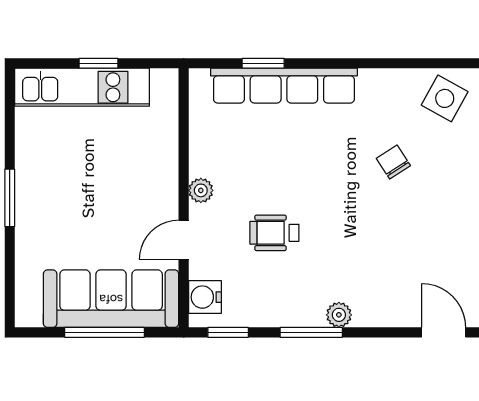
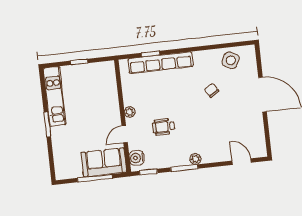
kitchen unit: (82, 87) -> (55, 96), moved, turned -90
sofa: (111, 299) -> (104, 162), width x0.73

